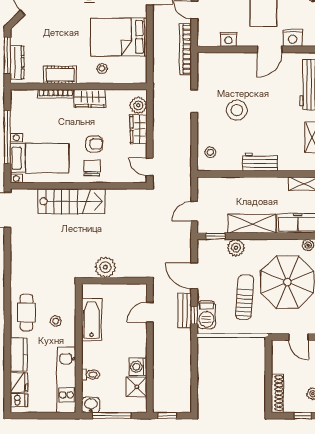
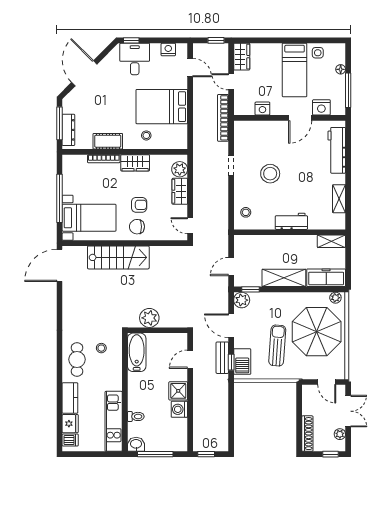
chair: (92, 168) -> (137, 227), turned -90
plant: (236, 248) -> (242, 300), moved
bathtub: (92, 320) -> (137, 352), moved
stool: (56, 321) -> (101, 348), moved
shower: (137, 387) -> (178, 391), moved

